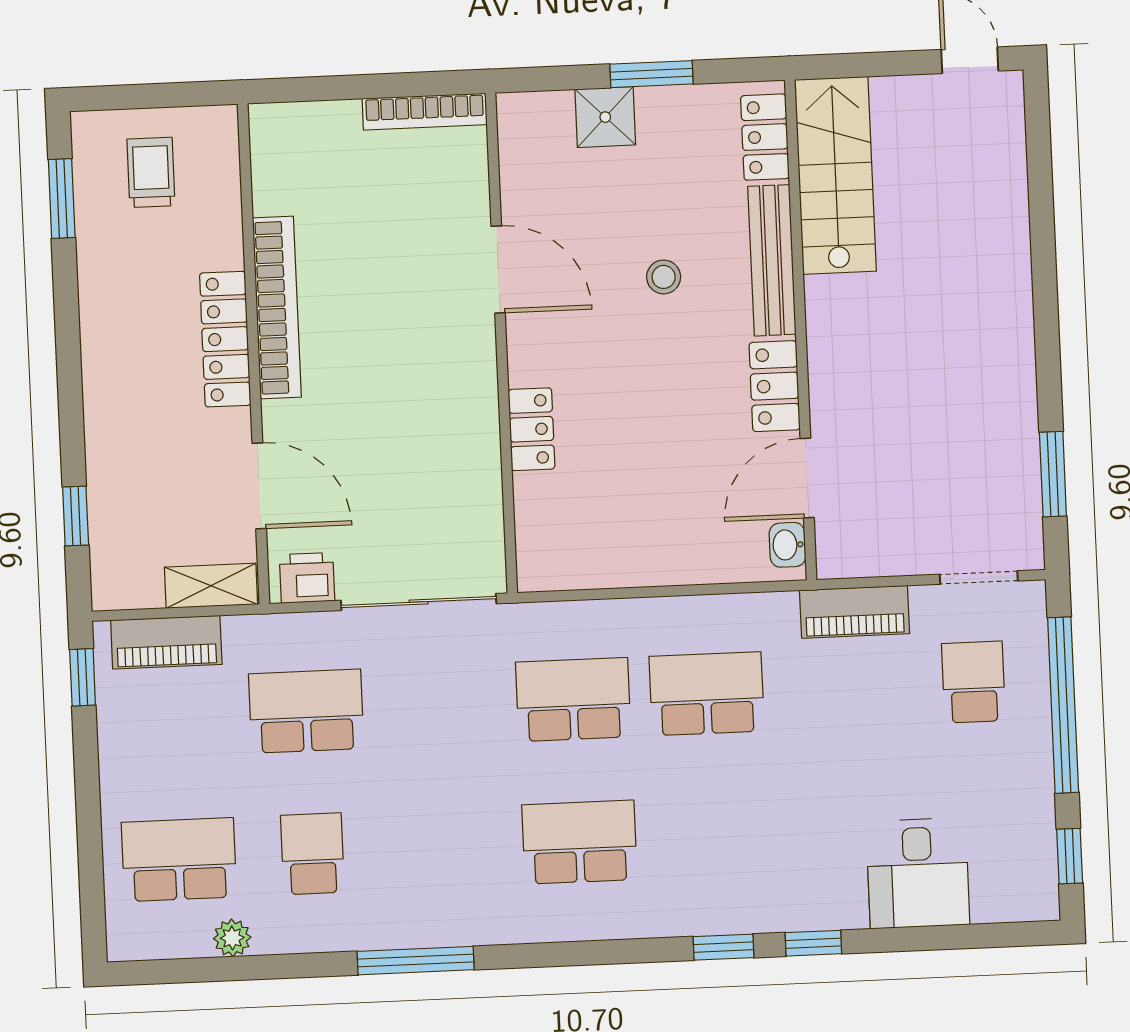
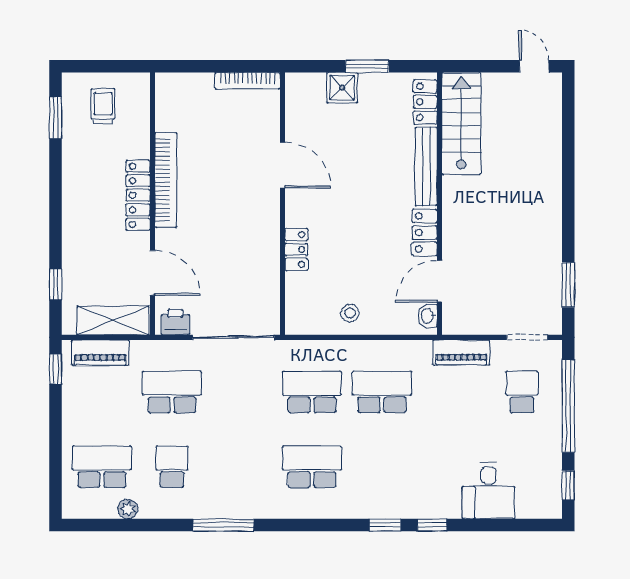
stool: (664, 277) -> (350, 313), moved
shelving: (211, 586) -> (113, 320), width x1.50, depth x1.33

